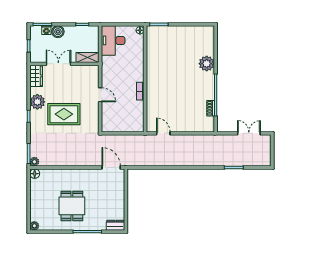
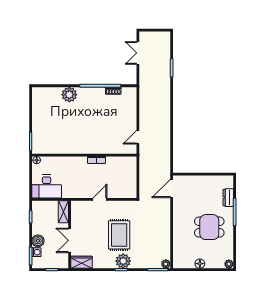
plant: (37, 102) -> (123, 261), moved
floor lamp: (35, 174) -> (200, 264), moved
dresser: (115, 225) -> (228, 198), moved

